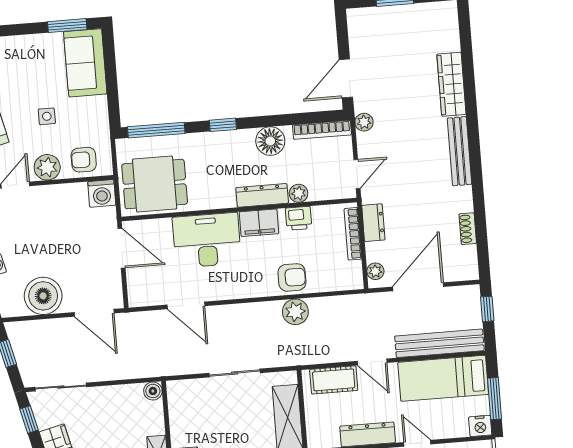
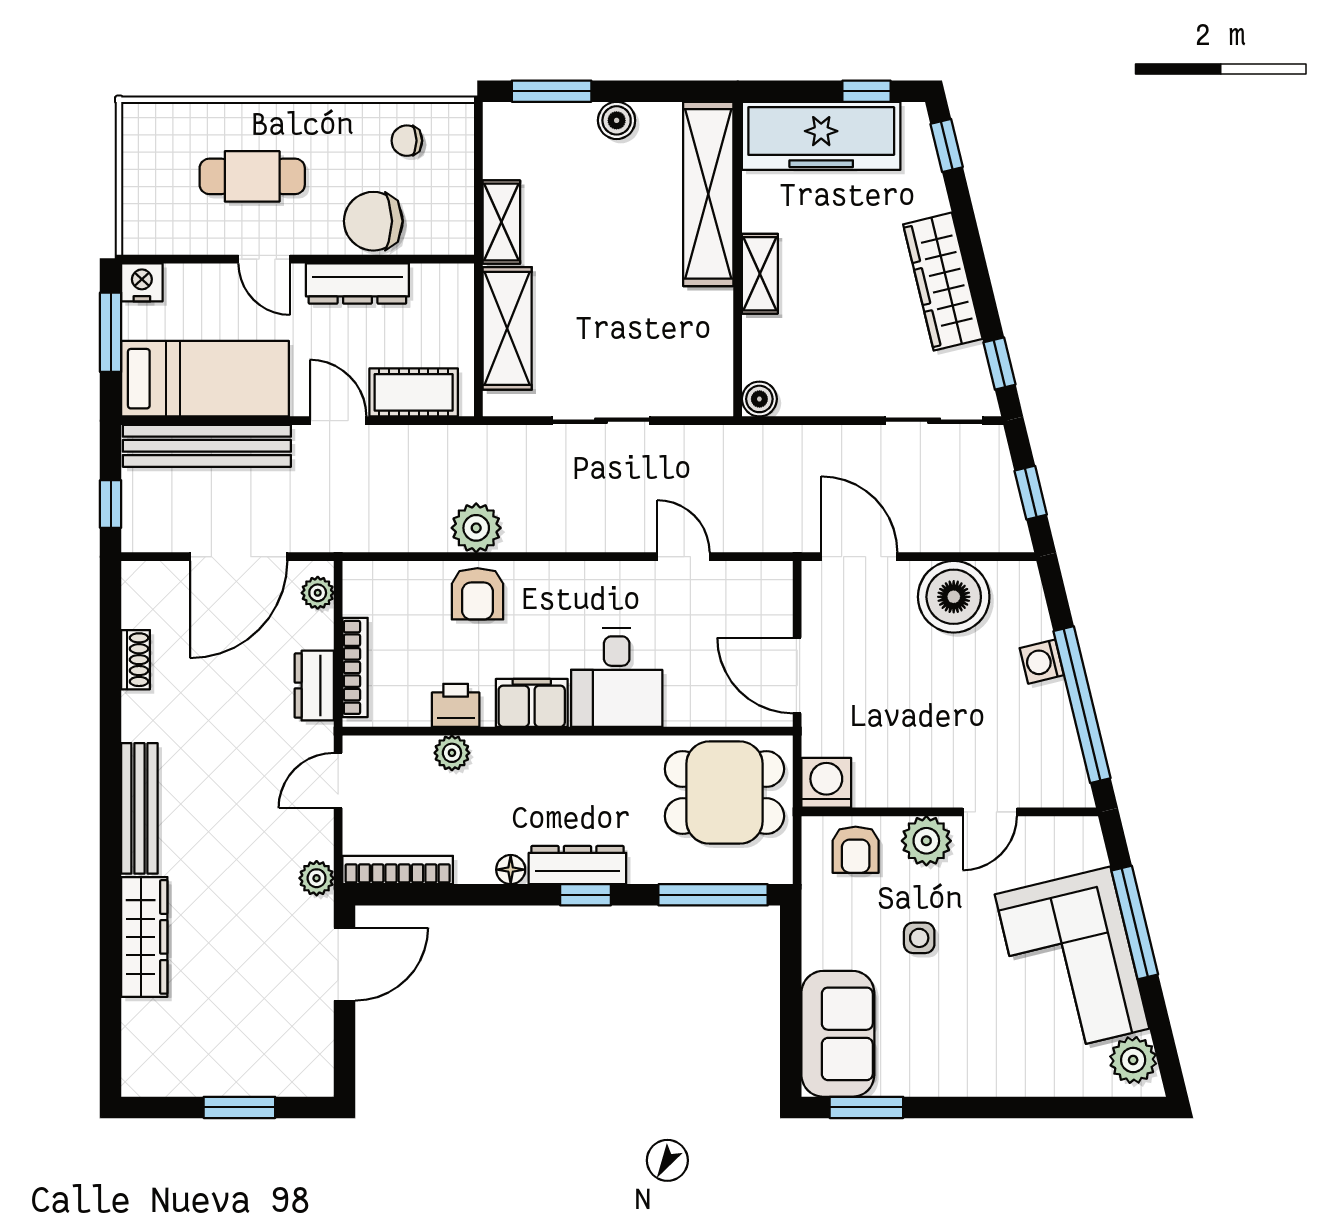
floor lamp: (270, 141) -> (511, 870), width x0.53, depth x0.53
armchair: (84, 160) -> (856, 850), turned 90
dresser: (262, 195) -> (577, 865), moved, turned 180
desk: (207, 240) -> (617, 678), width x0.73
armchair: (292, 277) -> (477, 594), turned -90
door: (186, 305) -> (683, 557), width x0.73

